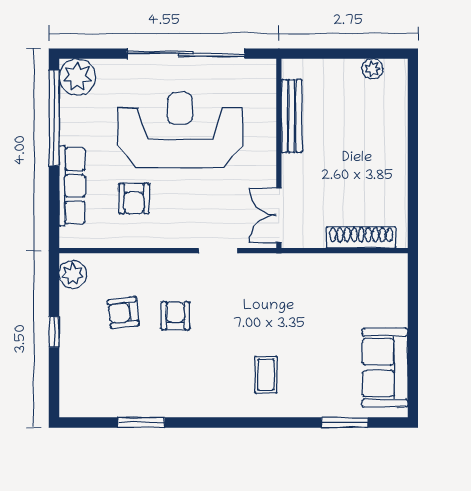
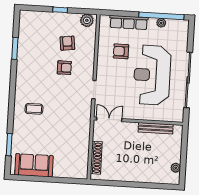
plant: (77, 77) -> (161, 23), moved, width x0.53, depth x0.53
reception desk: (180, 130) -> (152, 75), turned 180

